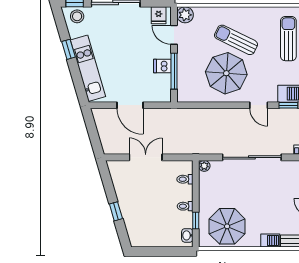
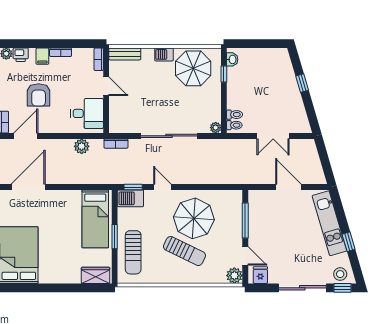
dishwasher: (162, 66) -> (257, 225), removed
toilet: (185, 206) -> (234, 125), moved
barbecue: (270, 241) -> (164, 54), moved

